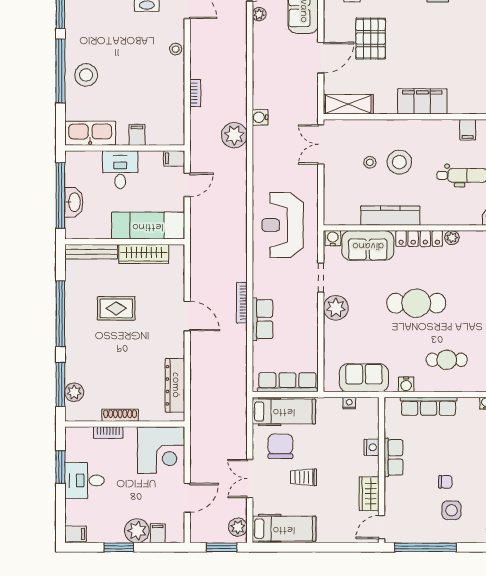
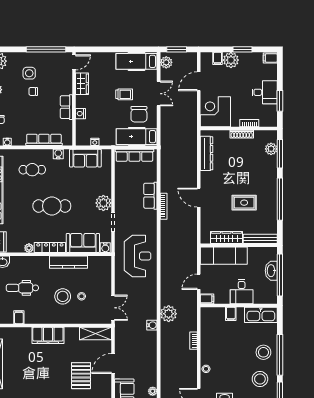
stool: (92, 33) -> (260, 379), added

